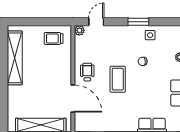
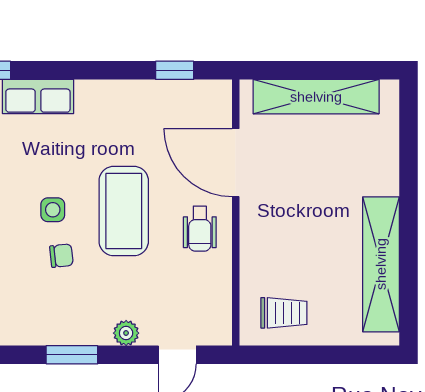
plant: (79, 30) -> (126, 333), moved
side table: (150, 35) -> (53, 210), moved
coffee table: (118, 79) -> (124, 211), width x1.36, depth x1.32

